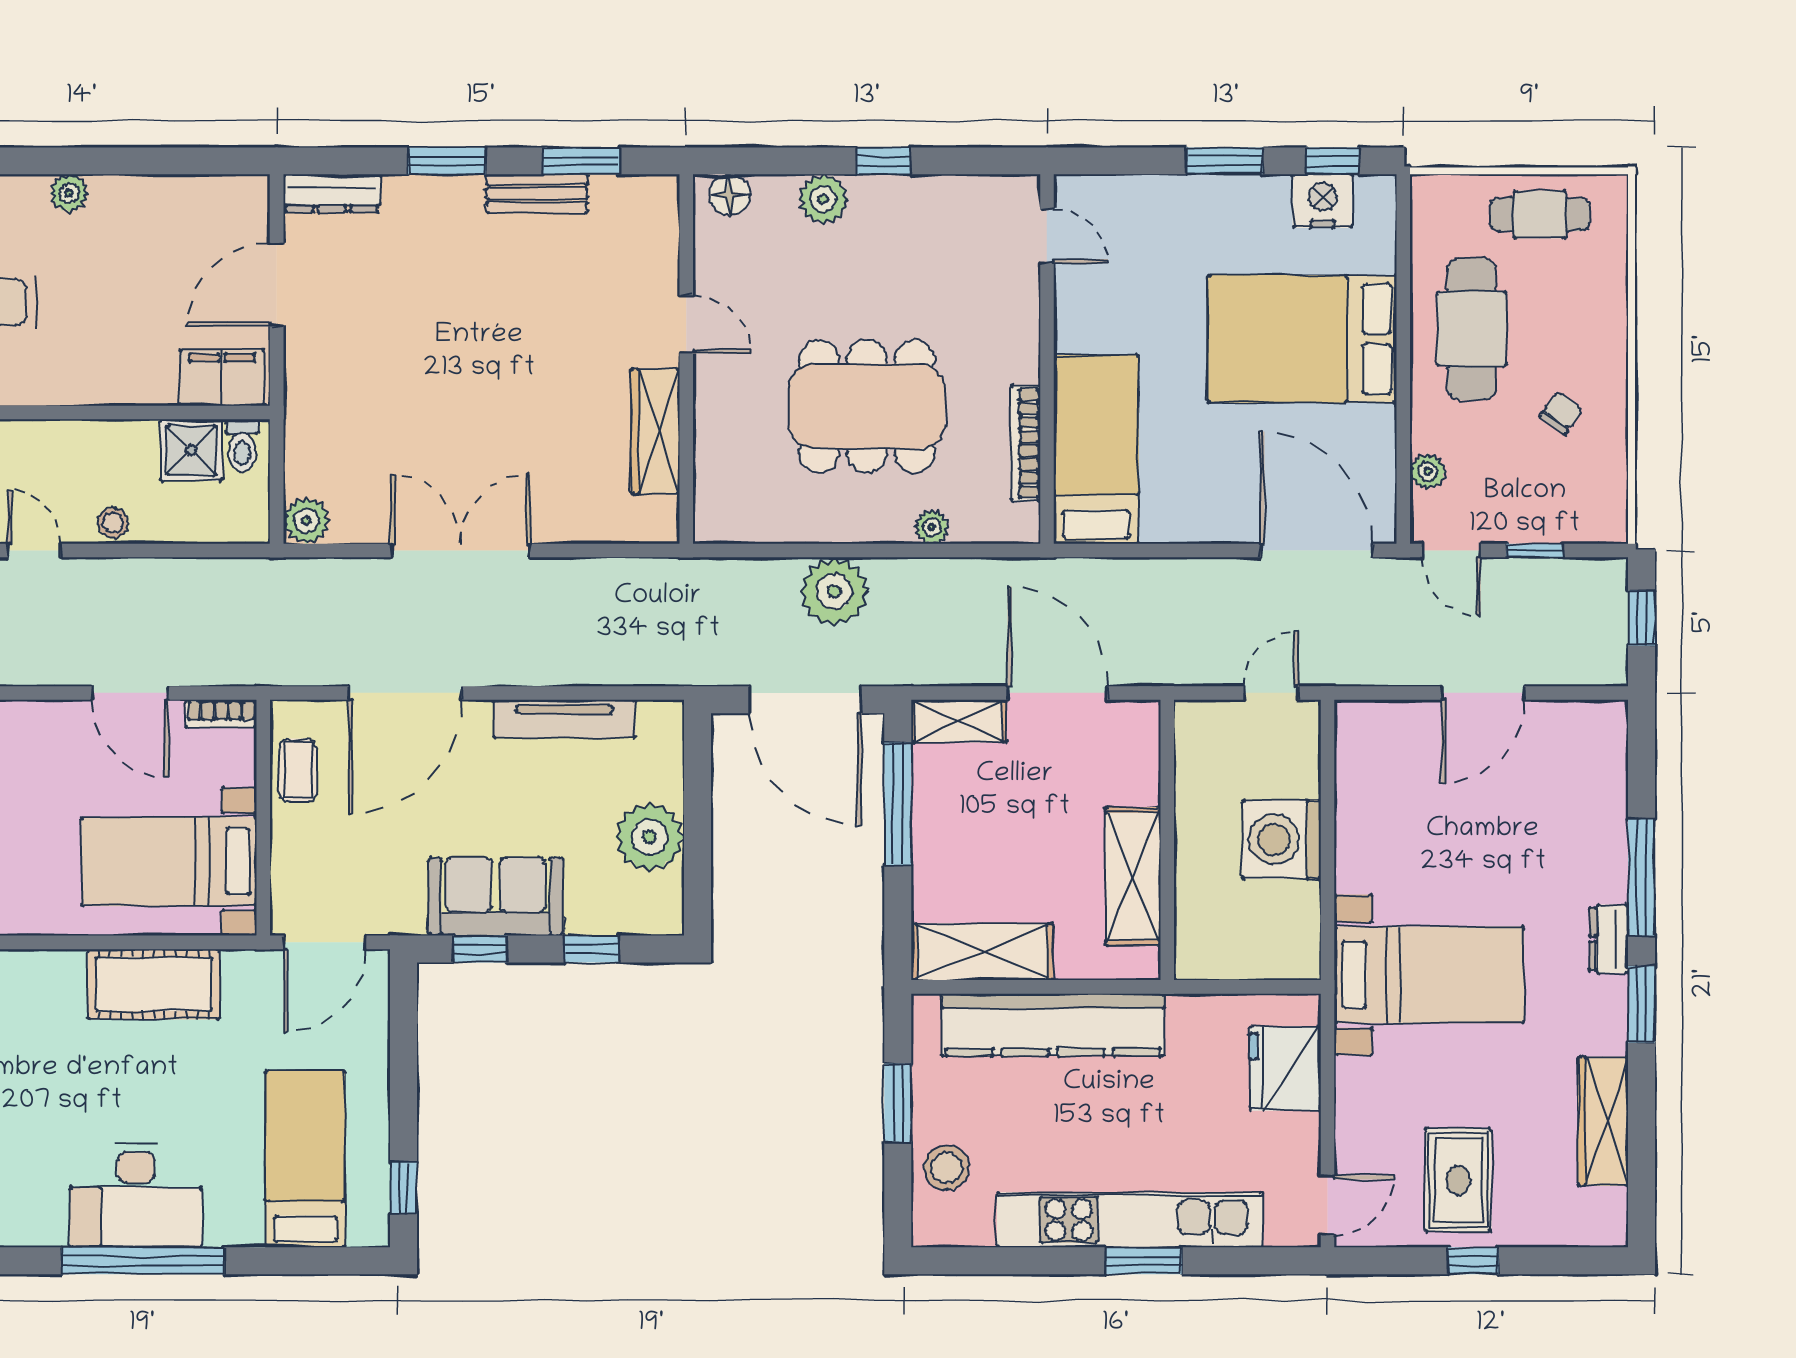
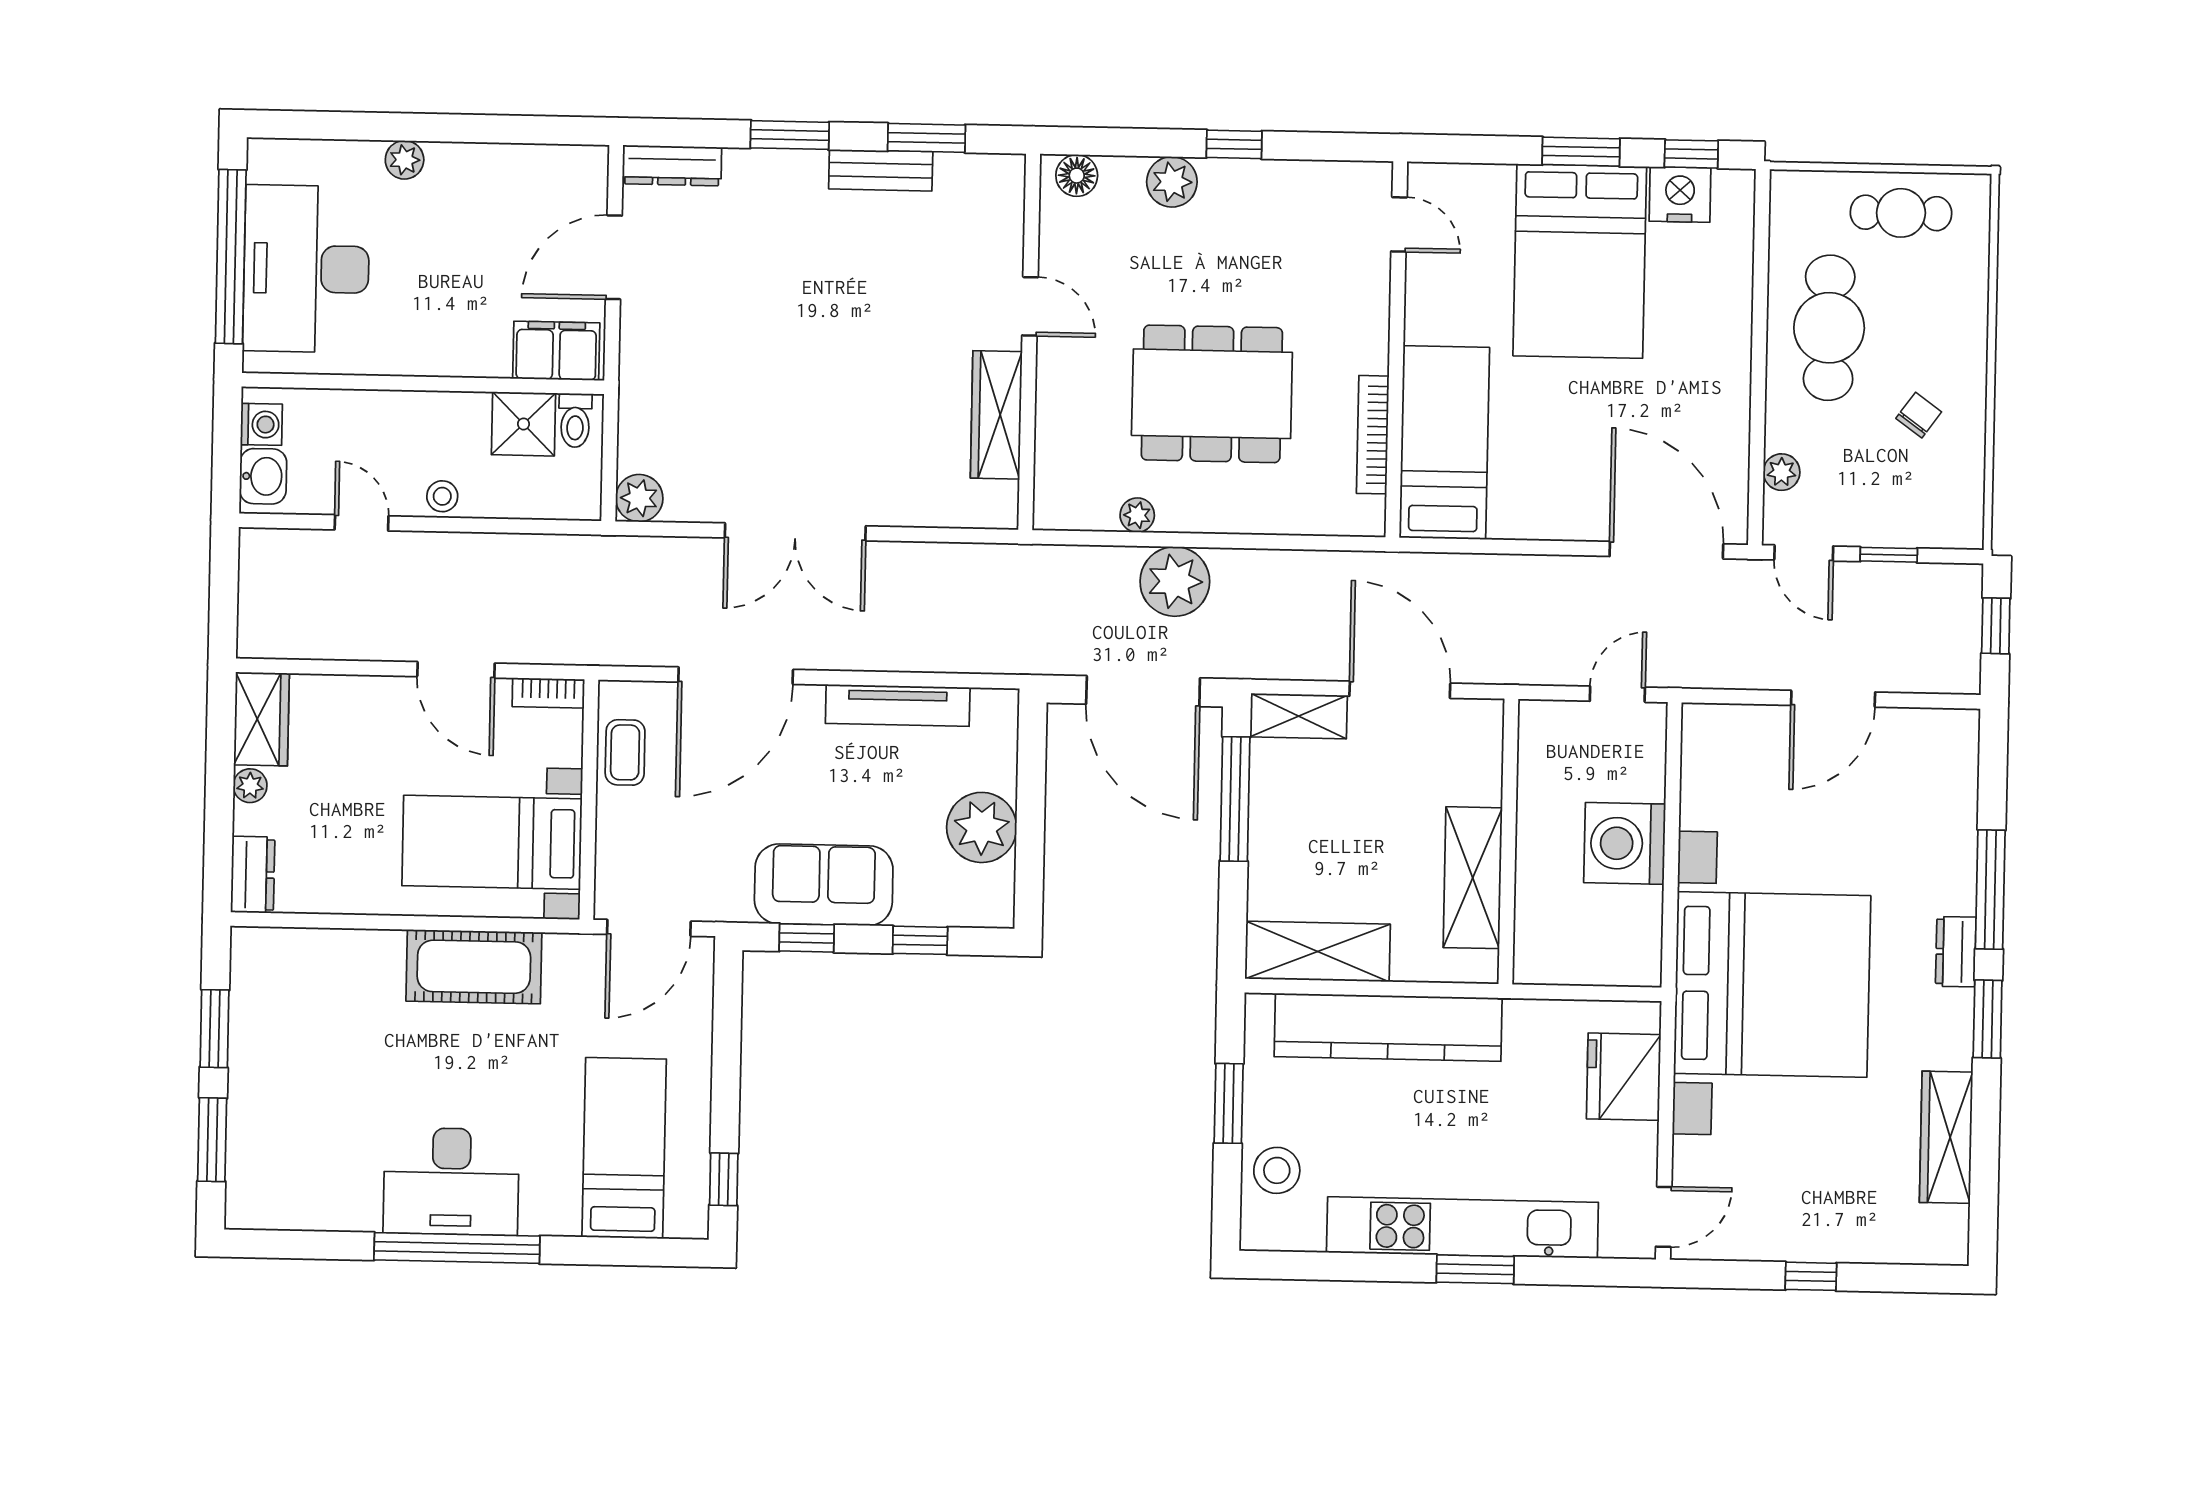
bed: (1302, 339) -> (1580, 261), moved, turned -90
plant: (932, 527) -> (1137, 515), moved
double door: (460, 551) -> (795, 532), swing flipped
bed with nightstands: (1429, 975) -> (1772, 984), width x1.85
rug: (1458, 1180) -> (1797, 1194), removed

